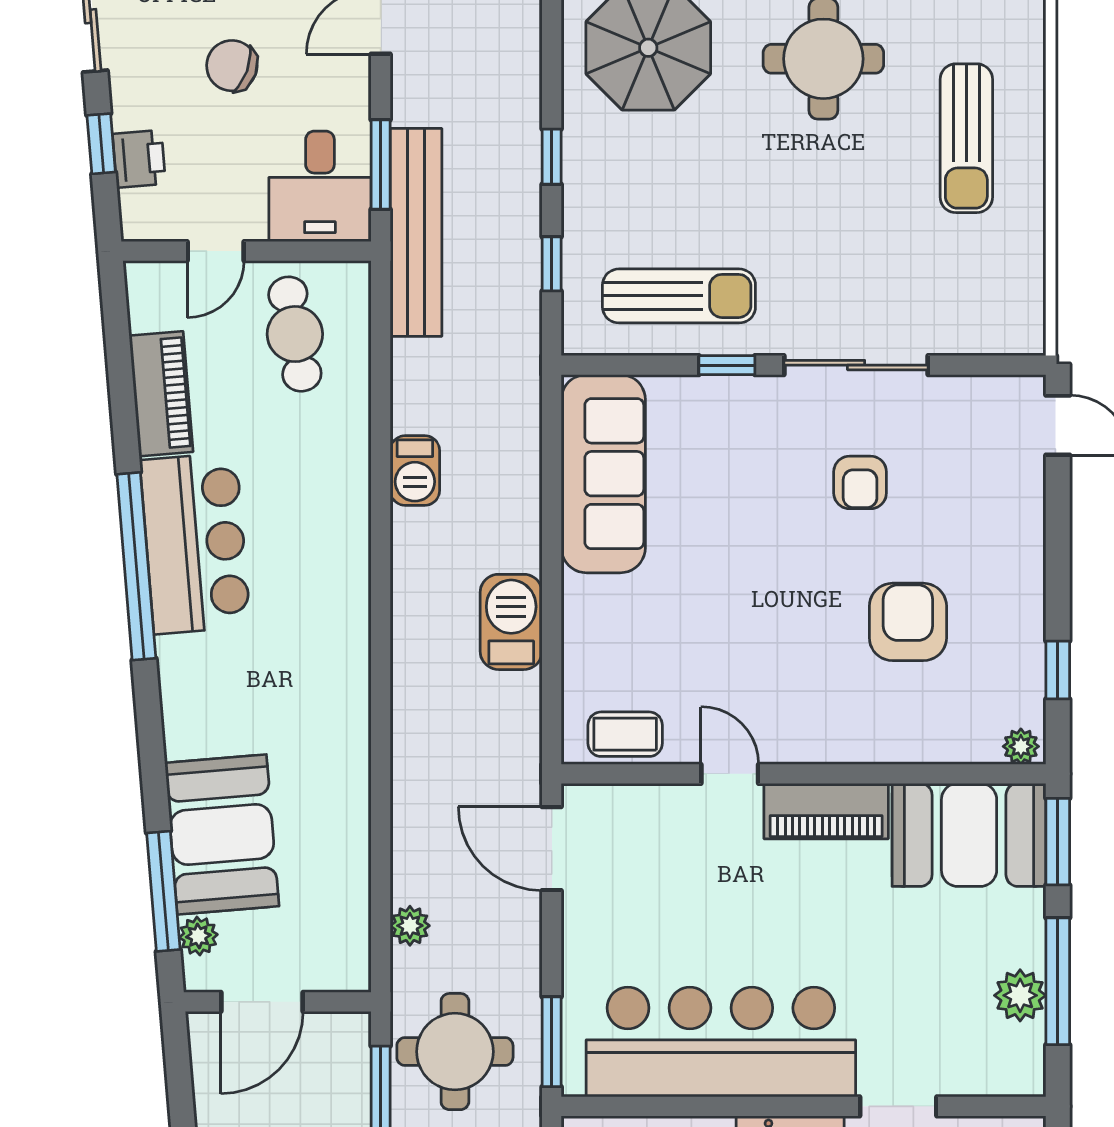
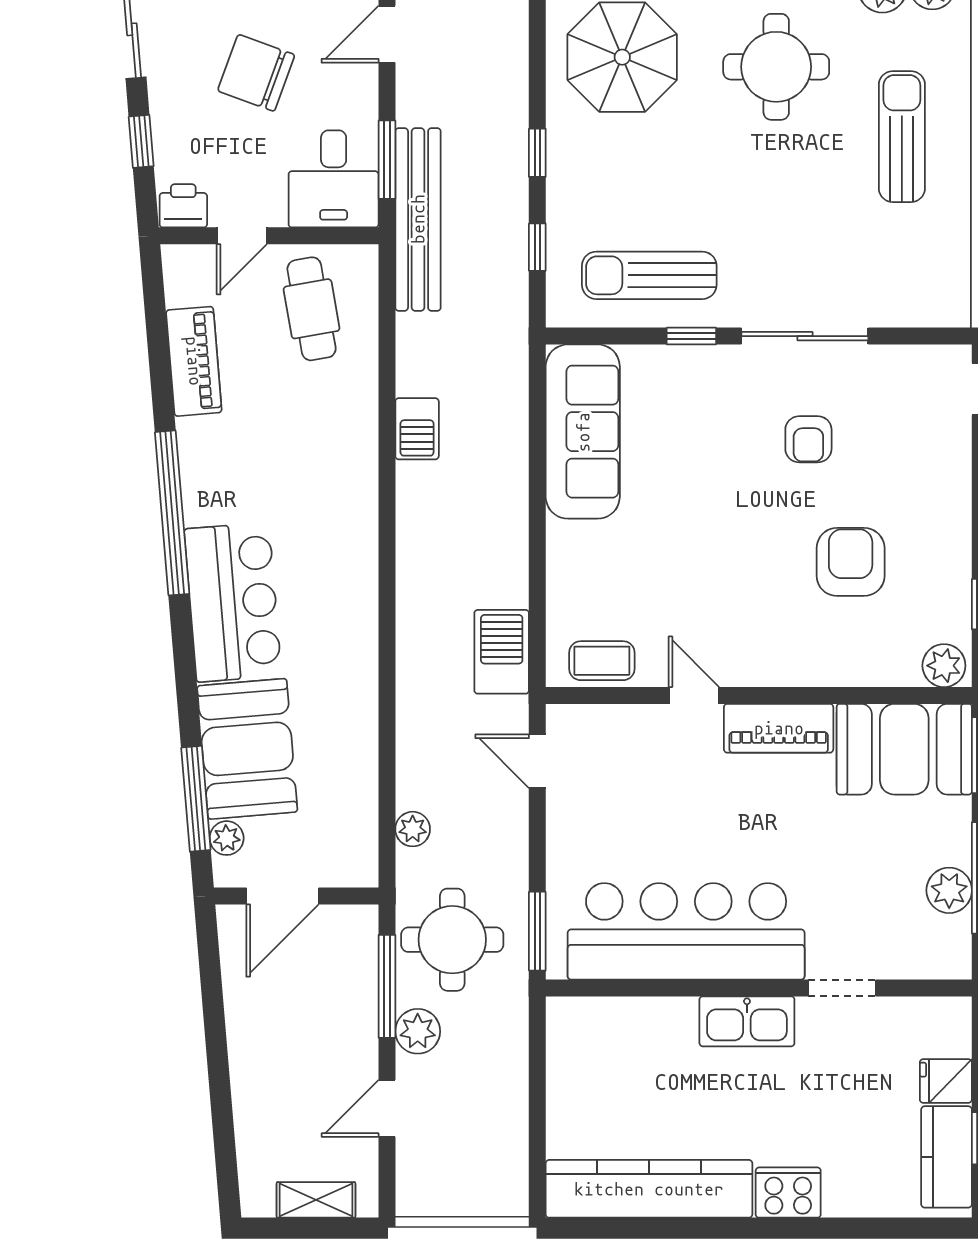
chair: (232, 66) -> (256, 73), width x1.37, depth x1.37
sun lounger: (966, 138) -> (902, 137), turned 180
printer: (139, 159) -> (183, 206), moved, turned -85
sun lounger: (679, 296) -> (649, 275), turned 180
bar counter: (195, 543) -> (233, 602), moved
barbecue: (511, 622) -> (502, 652), moved
plant: (1021, 746) -> (944, 666), width x1.38, depth x1.38
door: (552, 849) -> (537, 761), width x0.73

